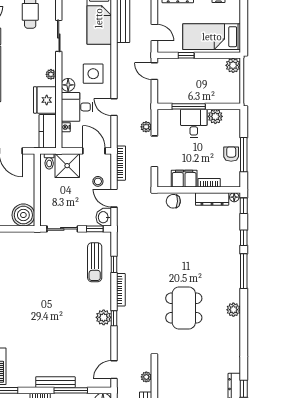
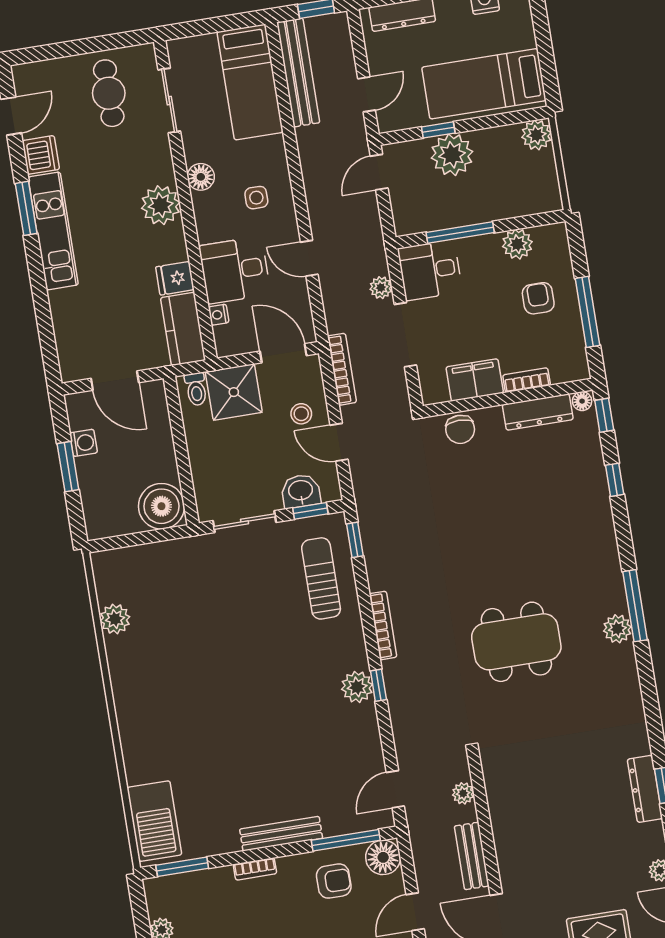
door: (154, 33) -> (367, 94), hinge flipped
sliding door: (59, 36) -> (169, 101), moved
plant: (191, 68) -> (452, 155), added
door: (154, 71) -> (379, 172), hinge flipped
plant: (51, 74) -> (161, 205), width x1.88, depth x1.88
side table: (93, 74) -> (256, 198), width x0.54, depth x0.54
floor lamp: (68, 85) -> (201, 177), moved
fridge: (45, 100) -> (175, 278), width x0.53, depth x0.75
desk: (194, 123) -> (430, 270), moved, turned -90
armchair: (231, 154) -> (538, 298), moved
chair: (173, 201) -> (460, 429), turned -92
washbasin: (104, 217) -> (301, 491), moved, turned 90
sun lounger: (95, 262) -> (321, 578), turned 180
window: (114, 264) -> (355, 540), moved
window: (244, 271) -> (635, 606), moved
dining table: (184, 308) -> (516, 642), turned 90
window: (71, 390) -> (346, 840), moved

